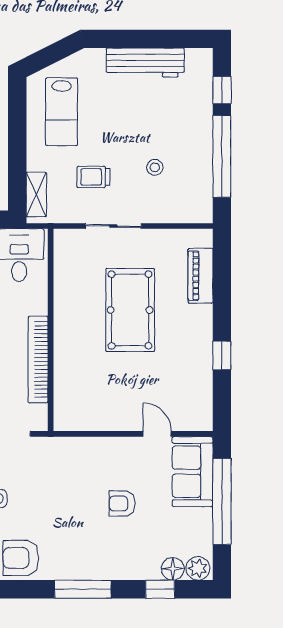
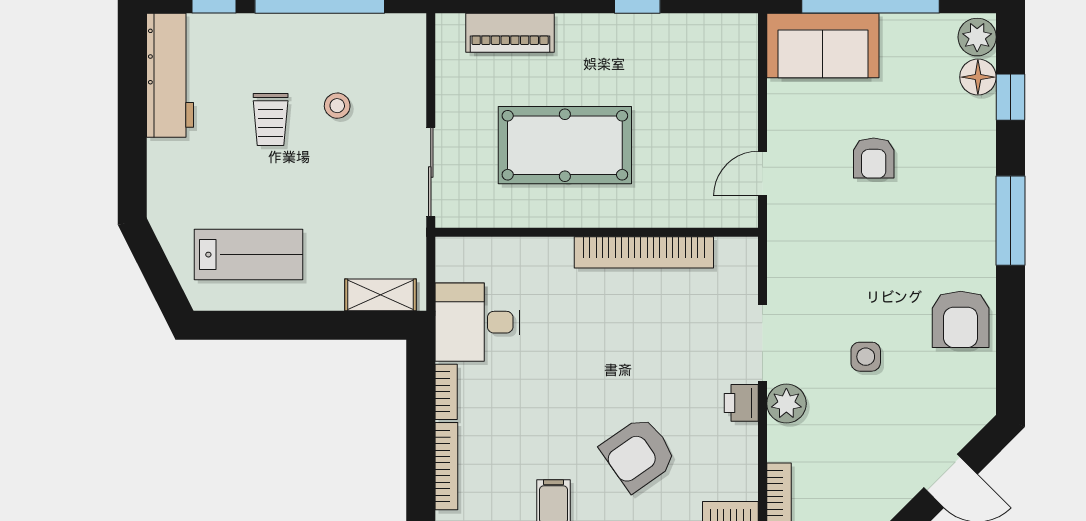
workbench: (145, 63) -> (170, 75), moved
trolley: (93, 177) -> (271, 120), moved
wall: (51, 330) -> (597, 232), moved
bookcase: (38, 360) -> (644, 252), moved
door: (157, 434) -> (762, 174), moved

